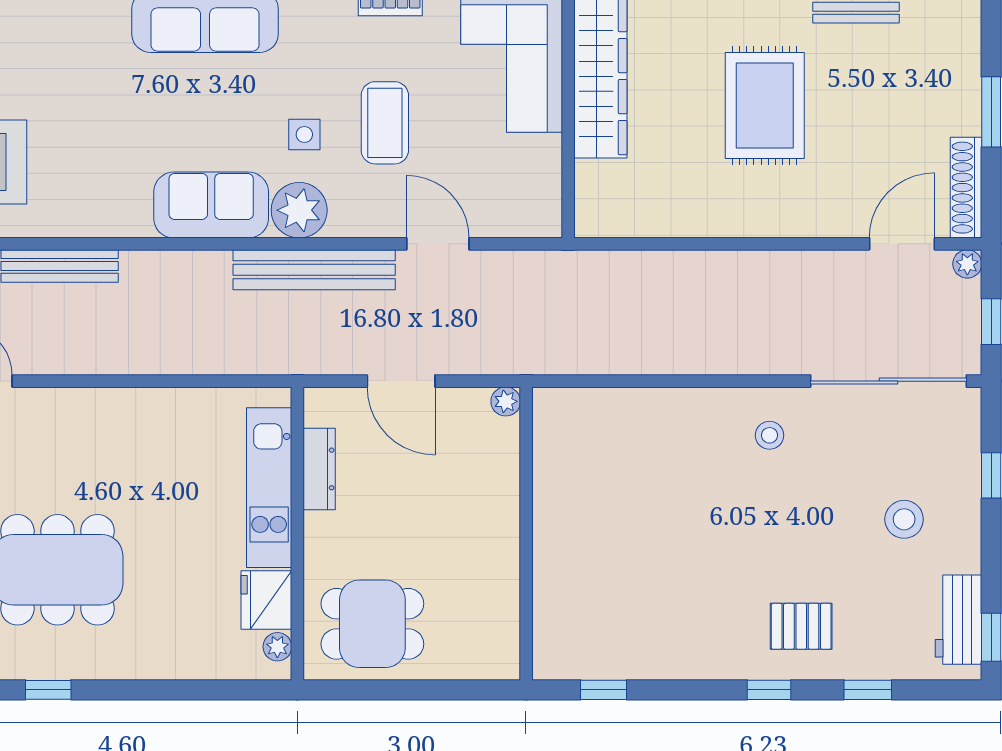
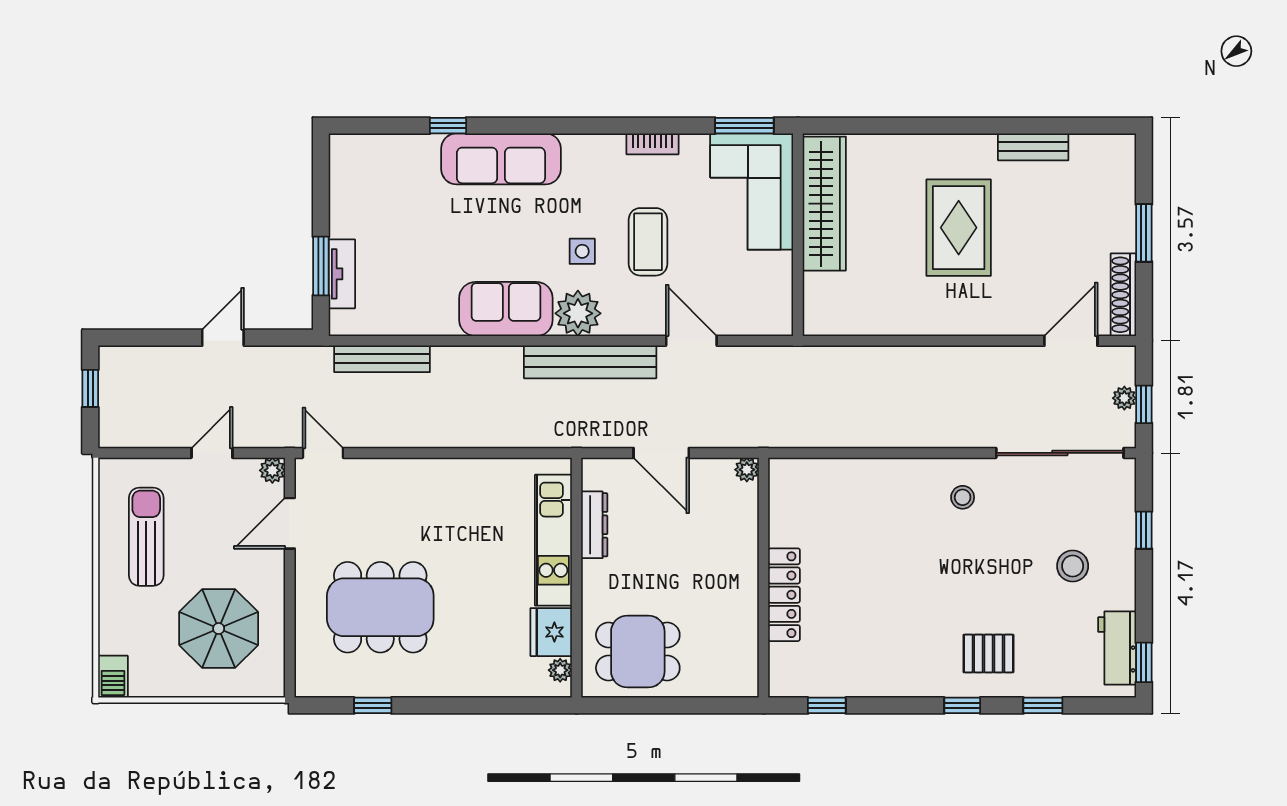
plant: (967, 264) -> (1124, 398), moved
locker: (551, 554) -> (784, 595), added

